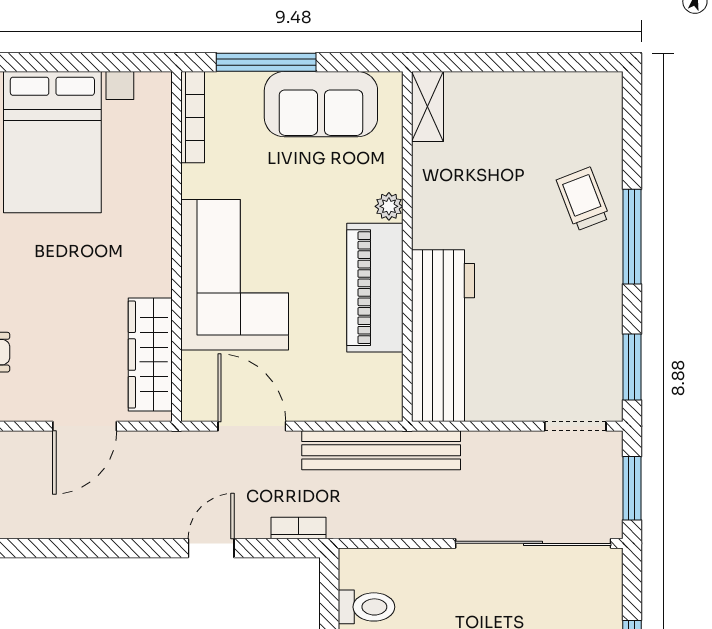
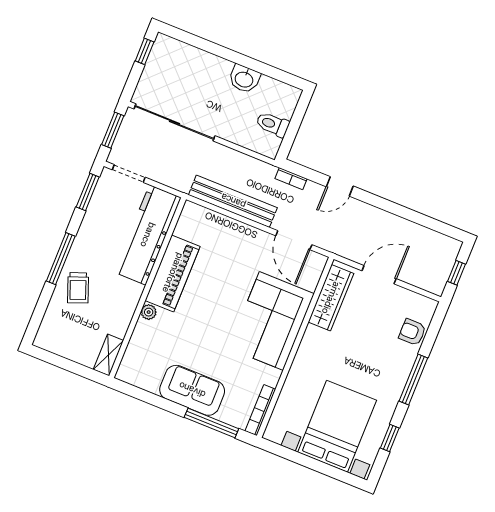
shelving: (428, 107) -> (108, 355), moved
plant: (389, 206) -> (149, 312), moved
wall: (407, 247) -> (148, 288), moved
piano: (375, 288) -> (173, 273), moved
workbench: (443, 336) -> (148, 235), moved

